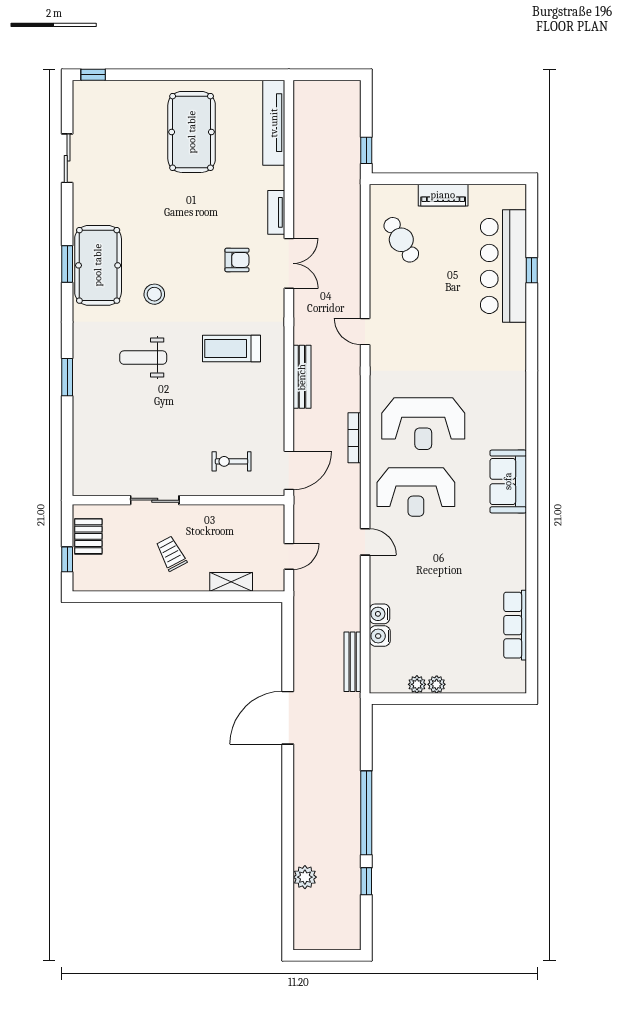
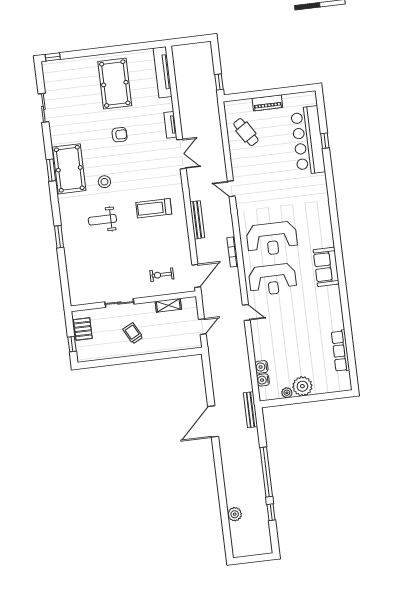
armchair: (237, 260) -> (120, 135), moved
shelving: (231, 582) -> (168, 305), moved
water cooler: (380, 614) -> (263, 380), moved
bench: (353, 662) -> (250, 410), moved
plant: (437, 684) -> (302, 386), width x1.87, depth x1.87

